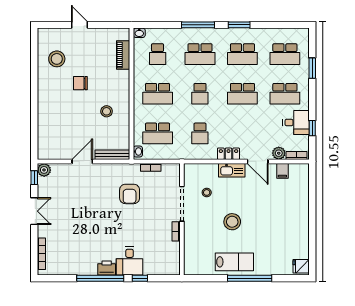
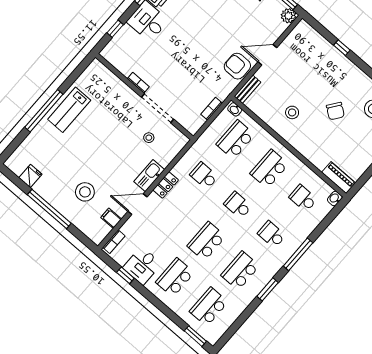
school desk: (200, 54) -> (272, 234), width x0.54
piano: (123, 55) -> (339, 178), moved
window: (312, 68) -> (195, 336), moved
chair: (80, 83) -> (335, 111), turned 126
window: (34, 116) -> (342, 48), added
plant: (279, 153) -> (129, 228), removed
bench: (112, 155) -> (247, 89), width x0.73
door: (82, 161) -> (267, 55), swing flipped
armchair: (130, 194) -> (237, 66), moved
window: (312, 218) -> (49, 209), added
stool: (232, 222) -> (85, 192), moved
fridge: (301, 266) -> (30, 176), moved
window: (140, 278) -> (115, 29), moved

